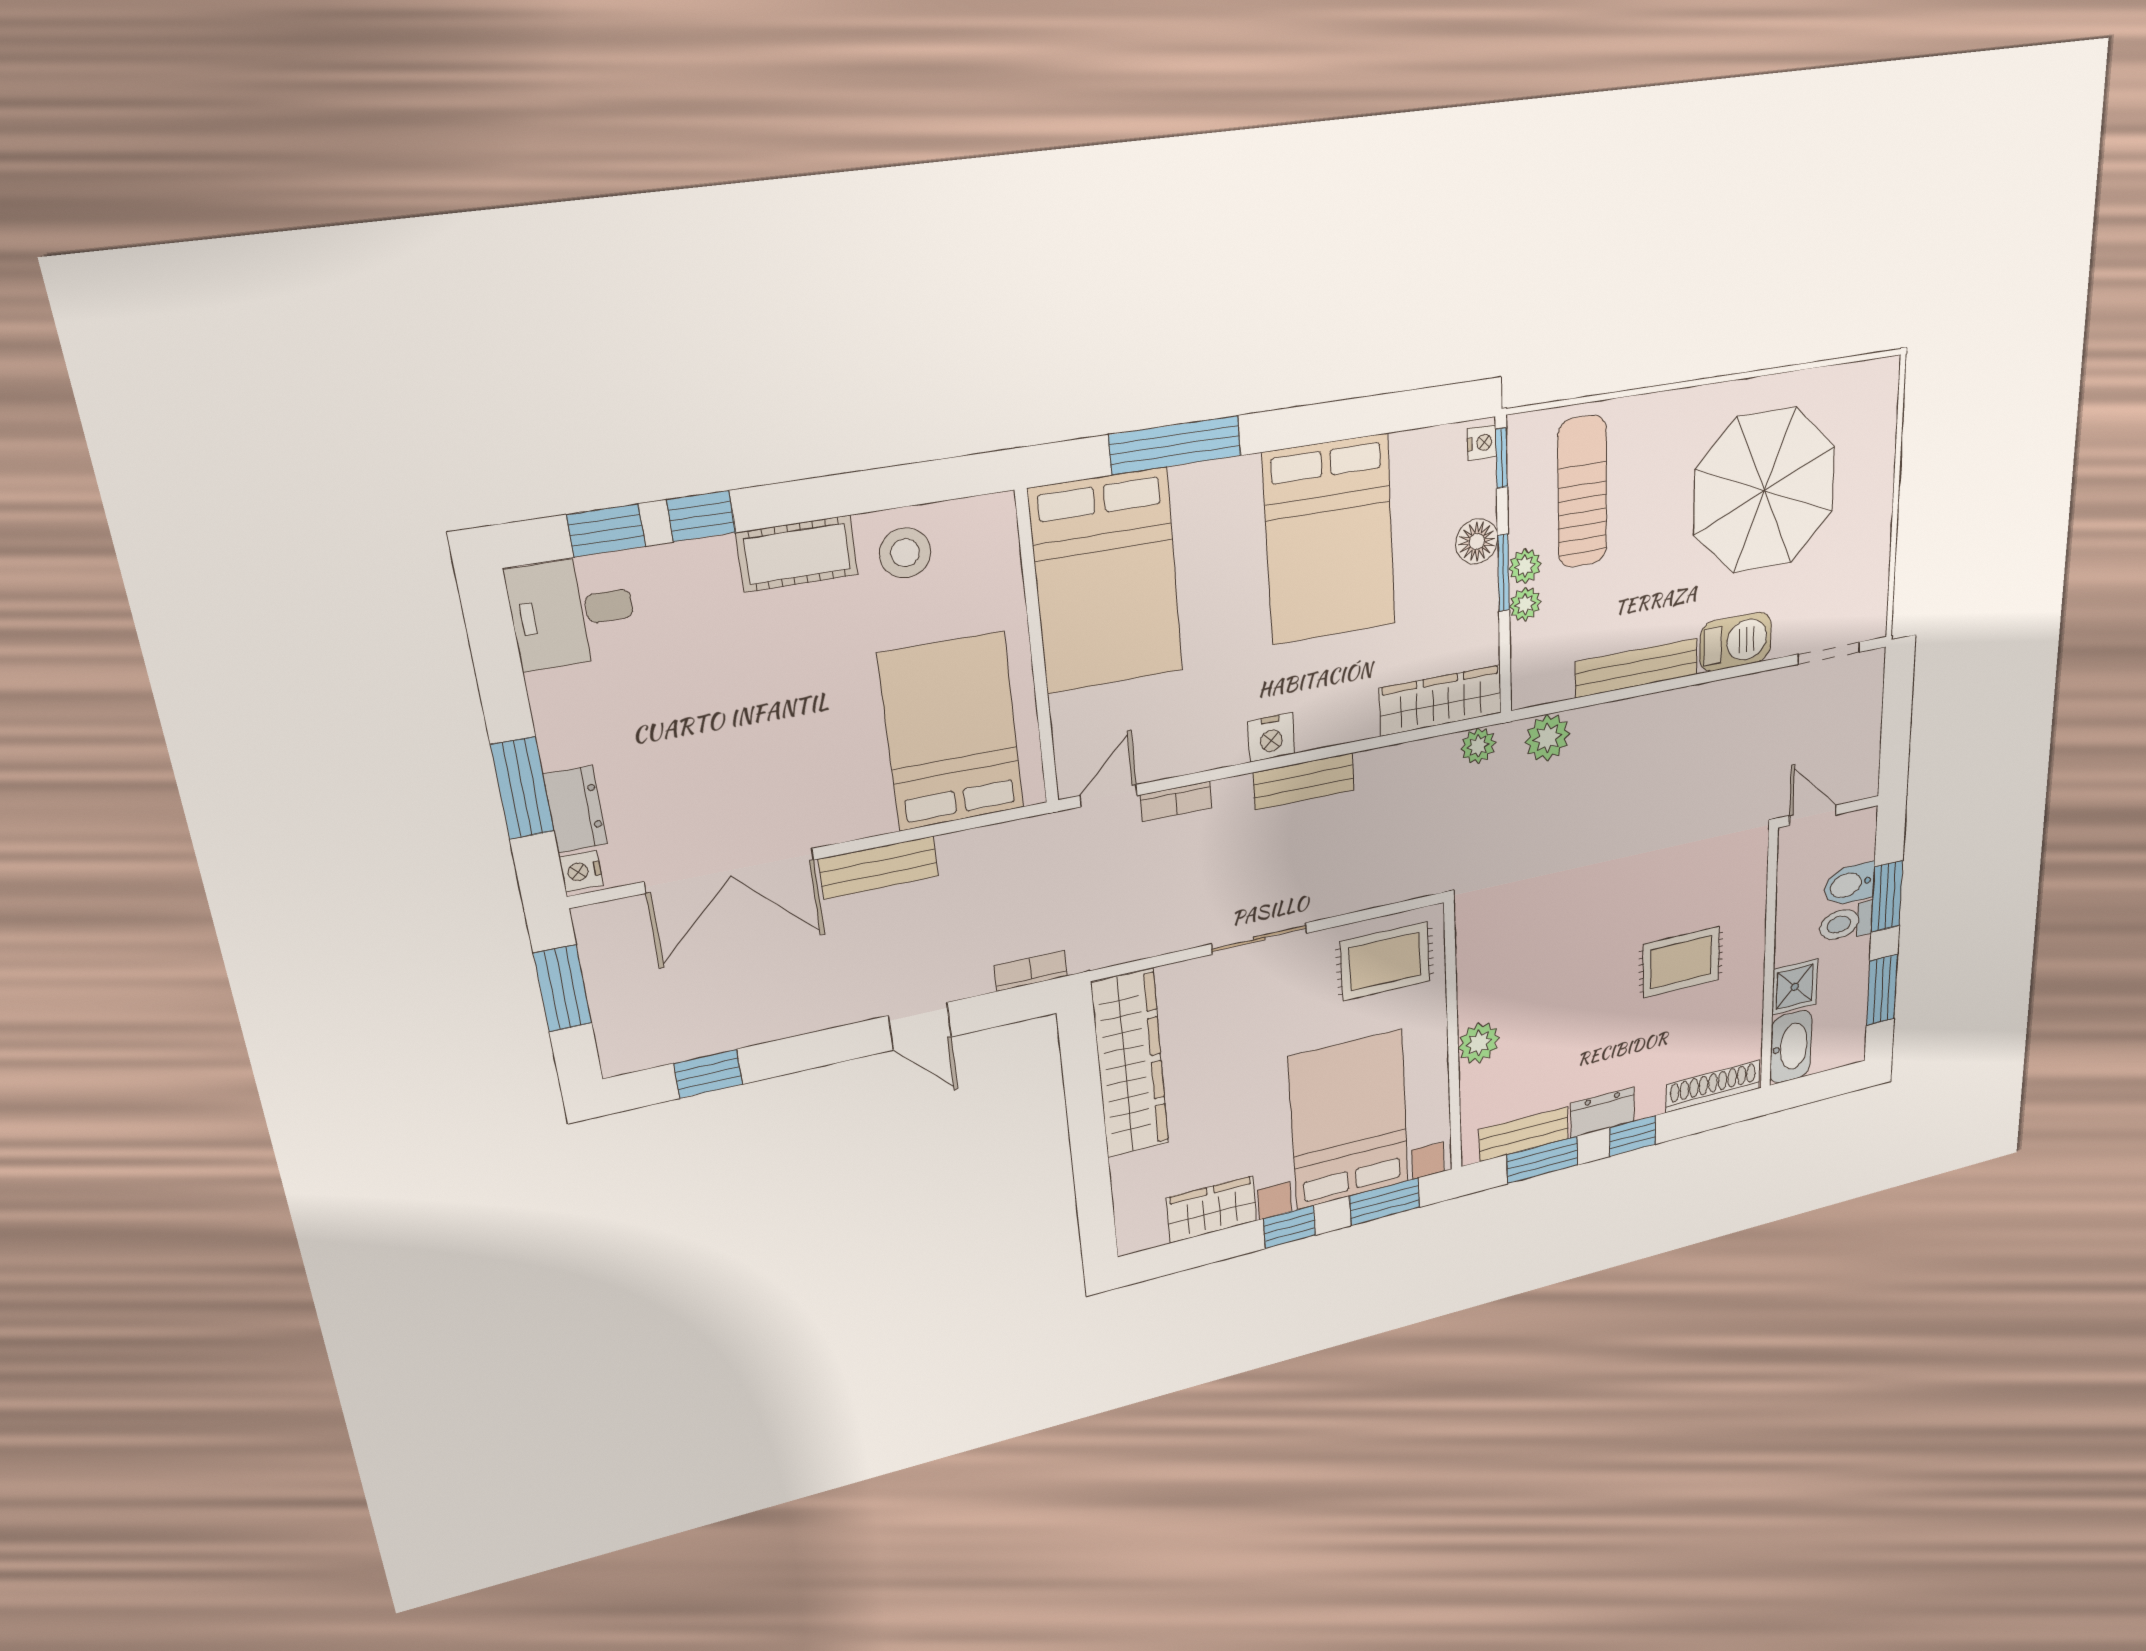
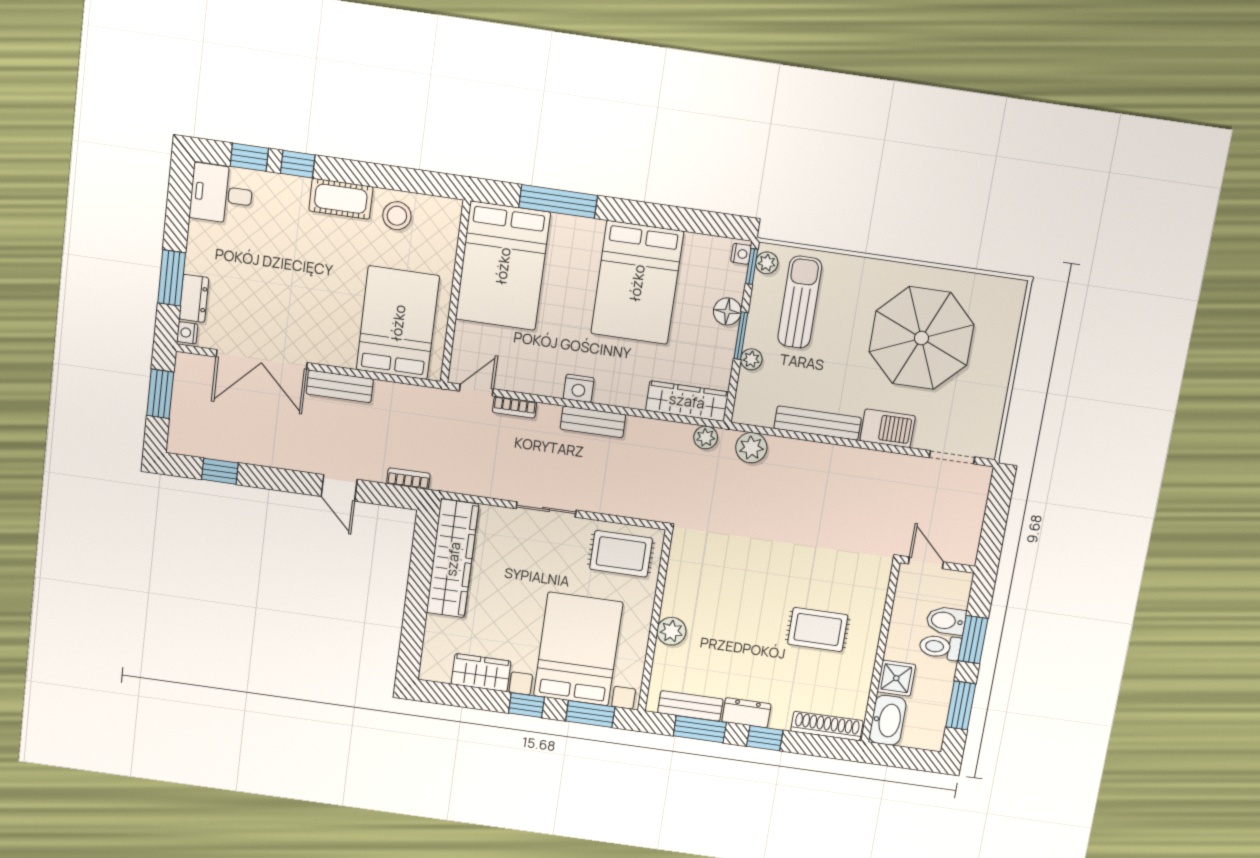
plant: (1525, 566) -> (767, 263), moved

